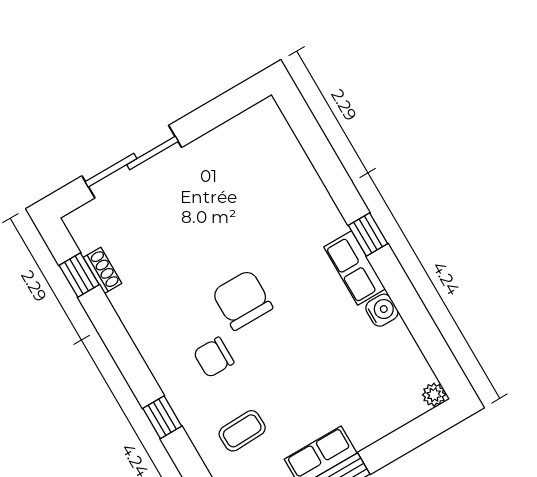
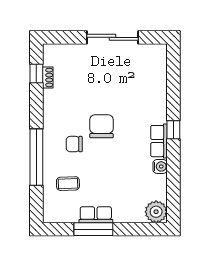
sliding door: (132, 162) -> (112, 37), moved
plant: (434, 395) -> (156, 212), width x1.88, depth x1.88
window: (162, 417) -> (36, 157), width x3.17

